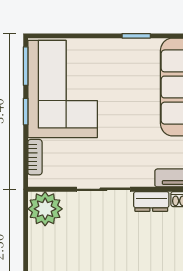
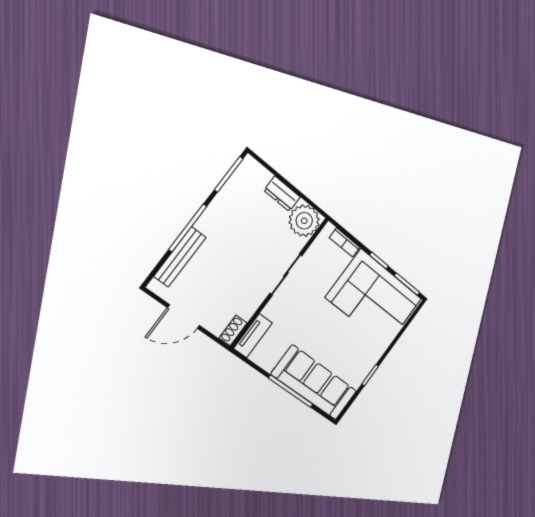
dresser: (151, 202) -> (282, 194), moved, turned -90

